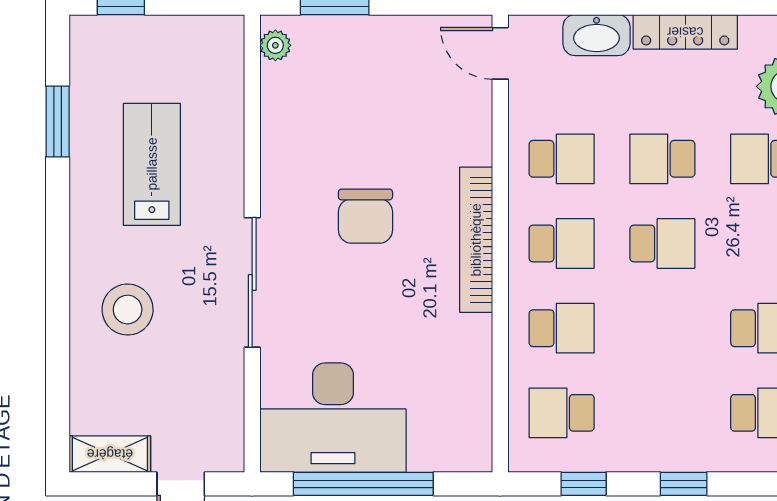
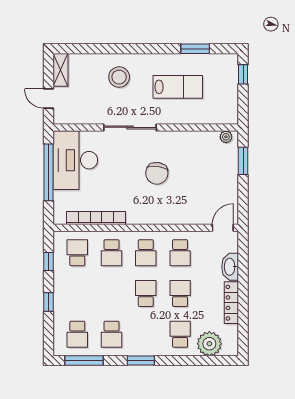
chair: (365, 216) -> (157, 173), turned -82
bookcase: (476, 240) -> (96, 218), moved
school desk: (662, 243) -> (146, 293), turned 180

